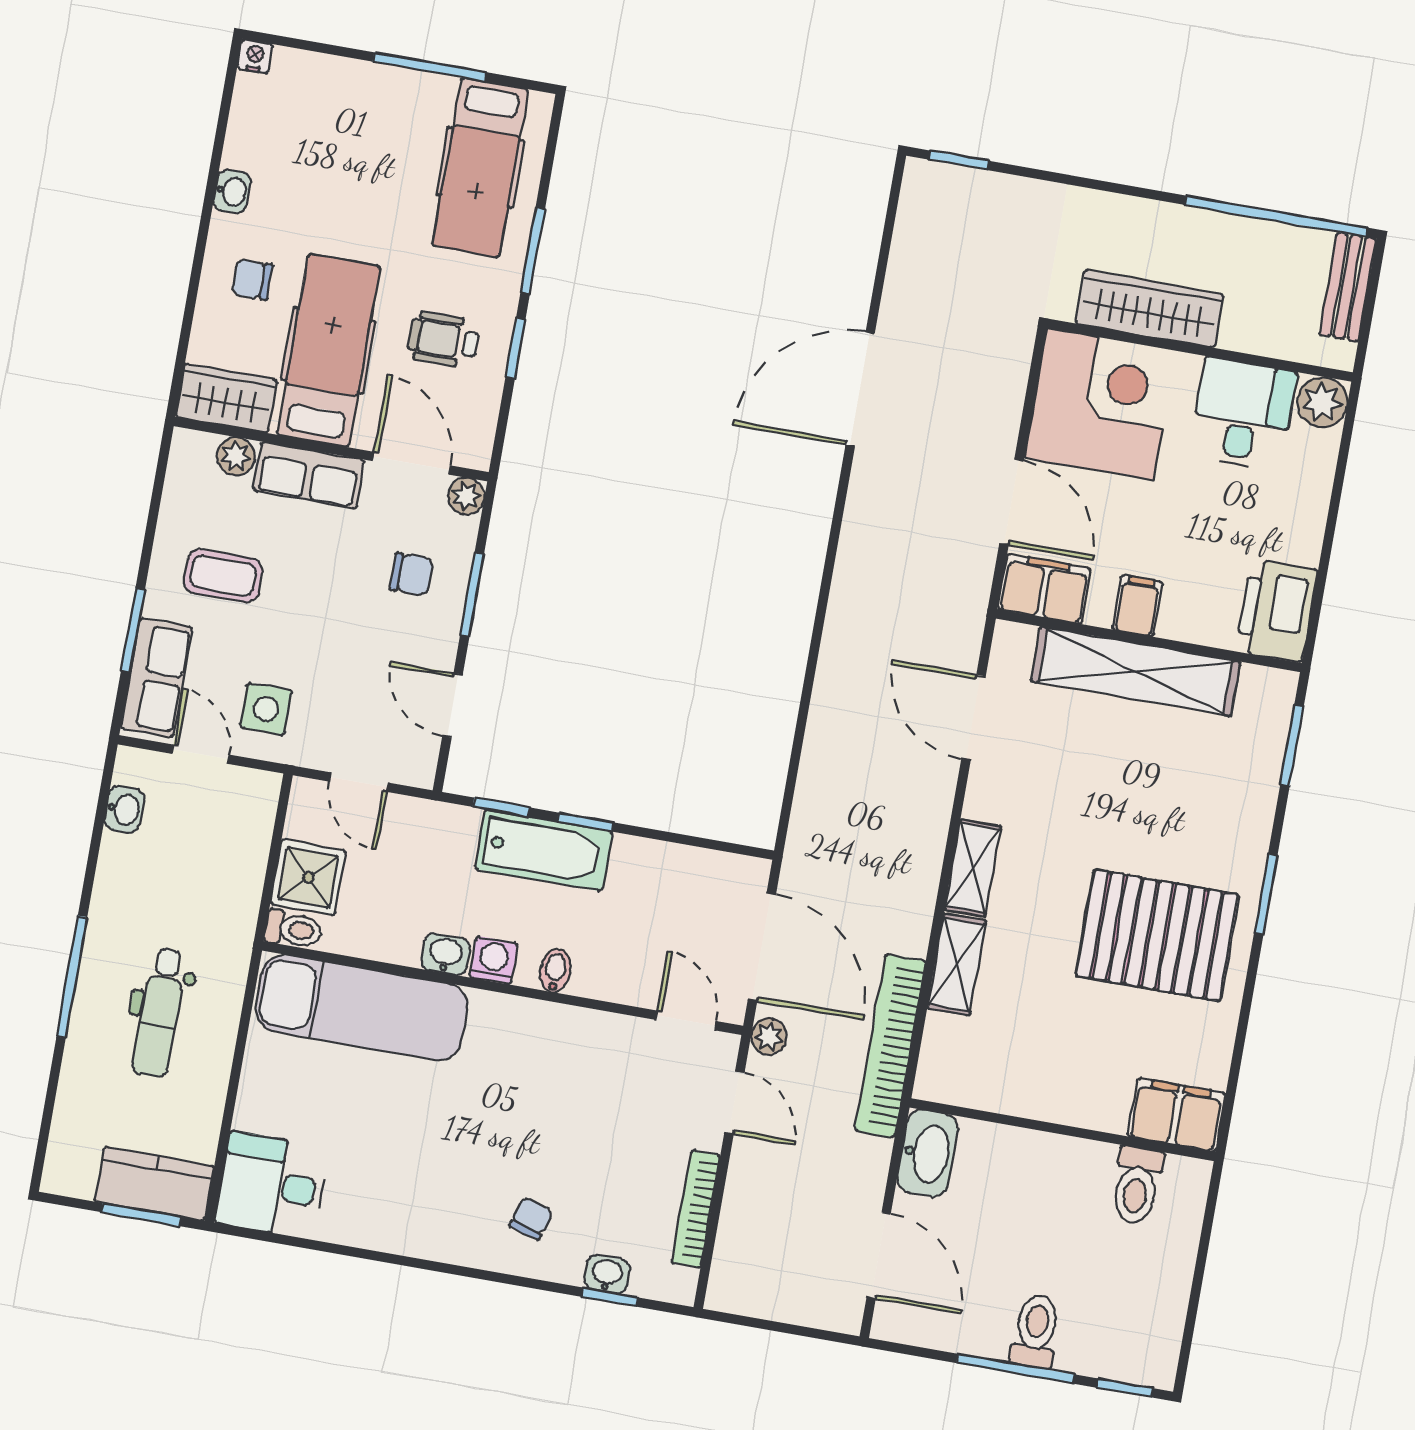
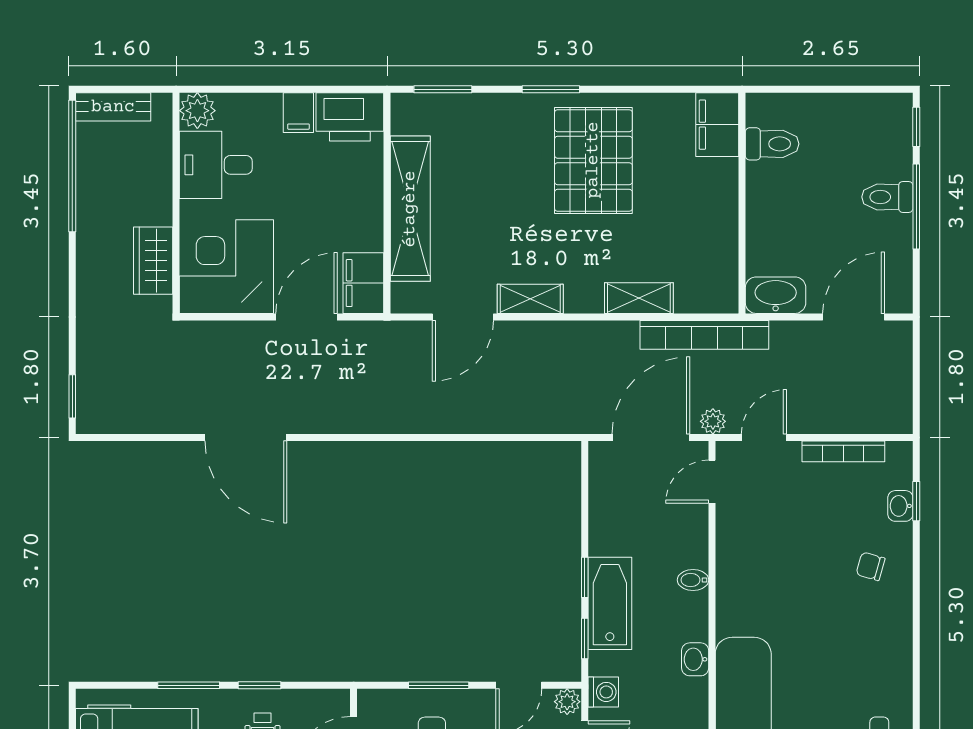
wardrobe: (1149, 309) -> (153, 261), width x0.67
plant: (466, 496) -> (567, 702), moved
filing cabinet: (1137, 606) -> (298, 113), moved, turned -90
shelving: (973, 868) -> (530, 299), moved
washing machine: (494, 960) -> (603, 692), moved, turned 180

